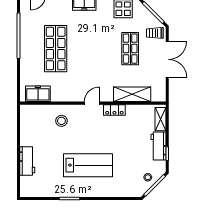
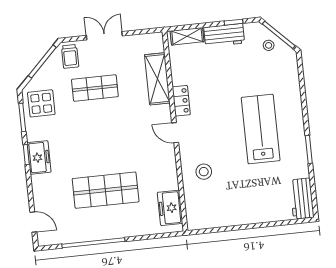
double door: (167, 59) -> (104, 36), width x0.73
workbench: (27, 161) -> (302, 199), moved, turned -90

